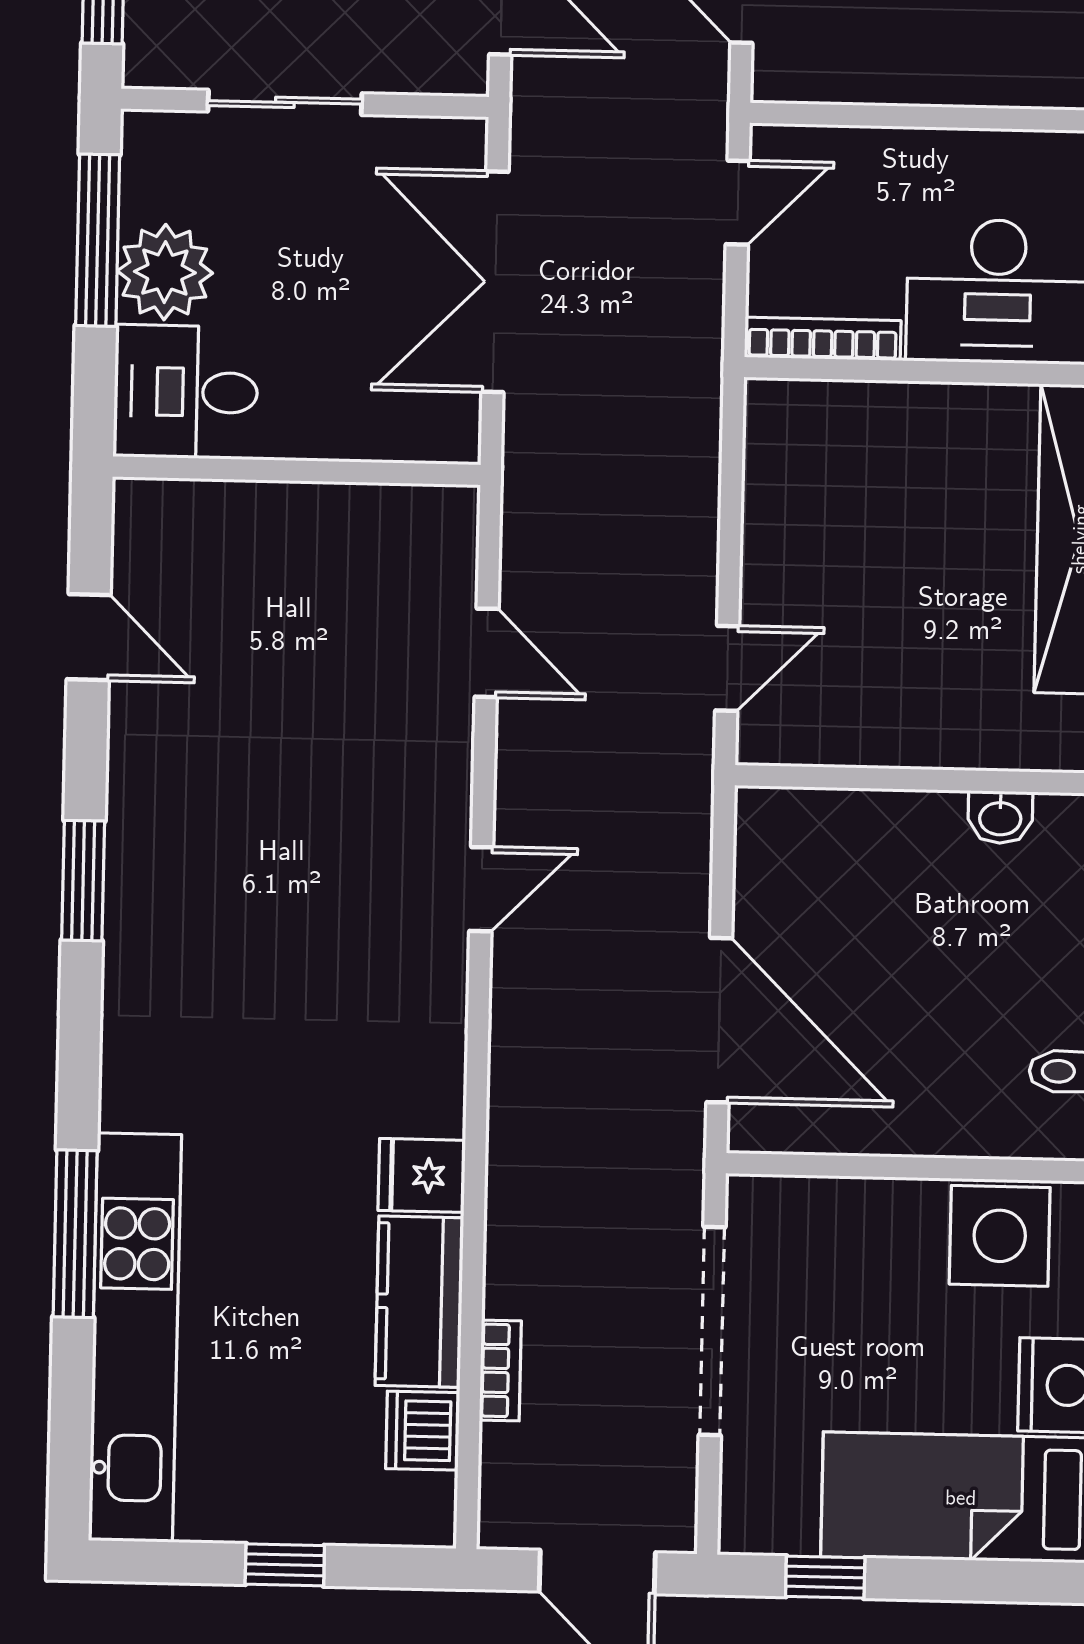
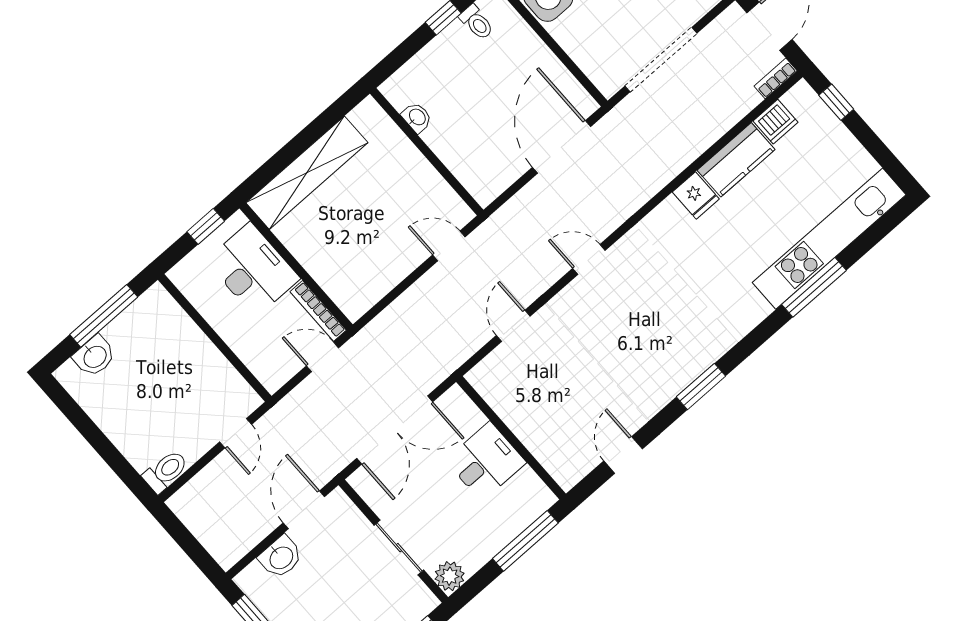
door: (738, 203) -> (323, 357), moved
window: (98, 240) -> (525, 541), moved
plant: (165, 272) -> (450, 576), moved, width x0.73, depth x0.73
desk: (186, 392) -> (486, 462), moved, turned -90
bookcase: (500, 1370) -> (776, 78), moved
window: (285, 1565) -> (836, 102), moved

